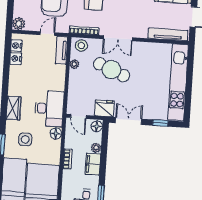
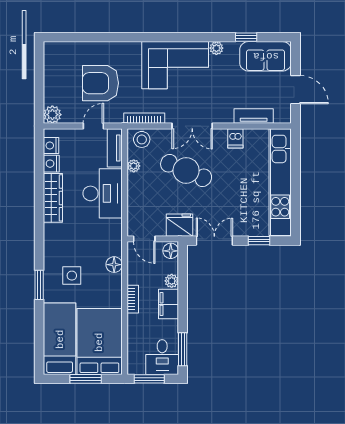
tv unit: (168, 34) -> (254, 116), width x0.71
dishwasher: (148, 49) -> (235, 138), added
wardrobe: (14, 108) -> (53, 198), moved, width x1.50
desk: (49, 109) -> (103, 193), moved

